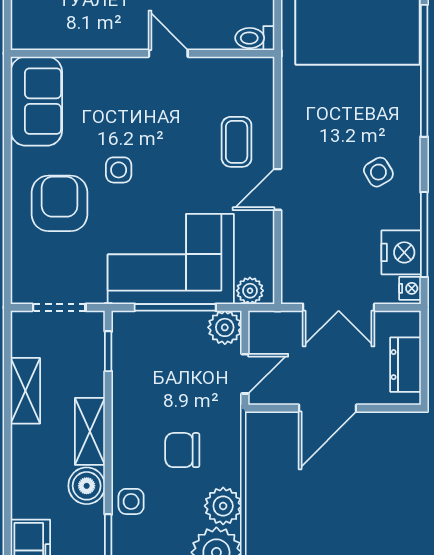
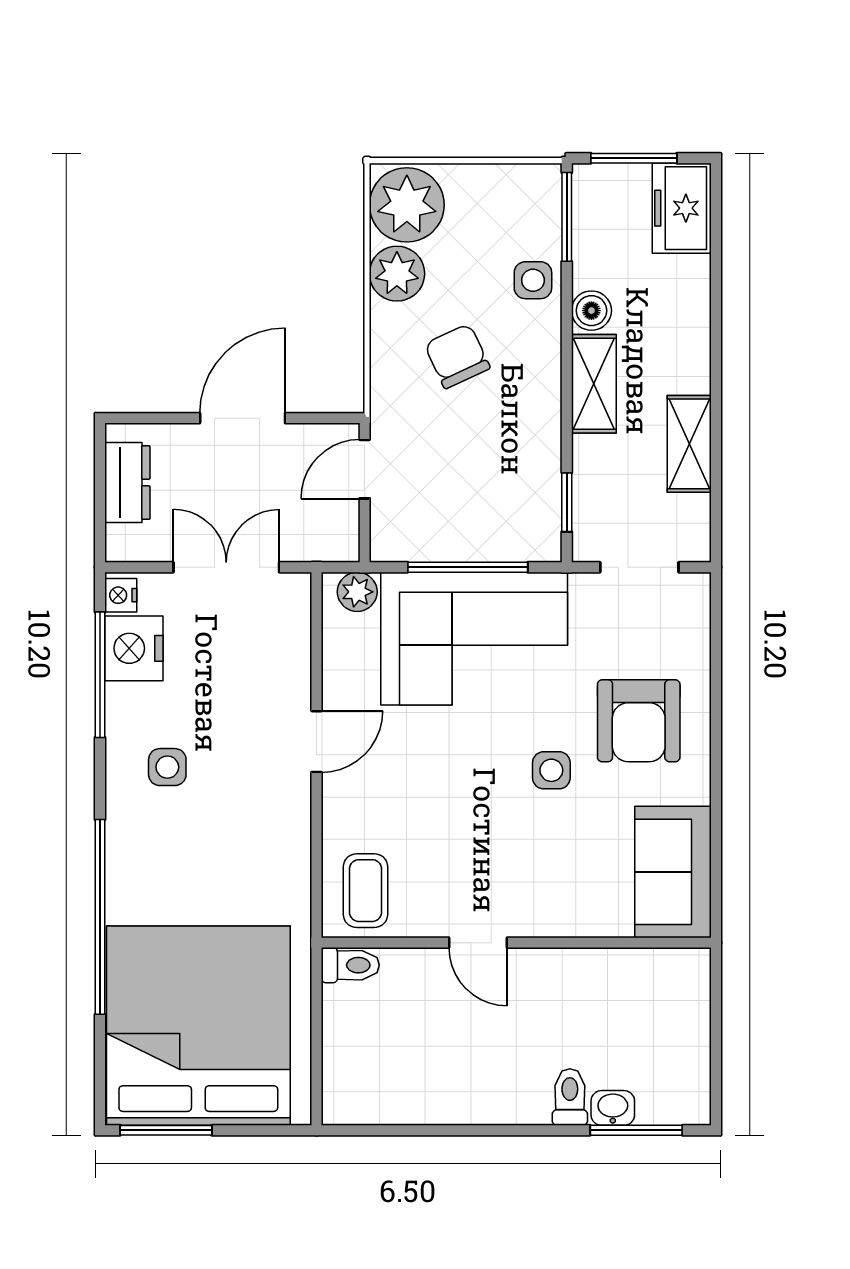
coffee table: (237, 142) -> (365, 891), moved
side table: (378, 172) -> (167, 767), turned 31
plant: (225, 327) -> (394, 537), removed
chair: (182, 450) -> (457, 356), turned -115
boiler: (87, 486) -> (591, 311), width x0.73, depth x0.73

